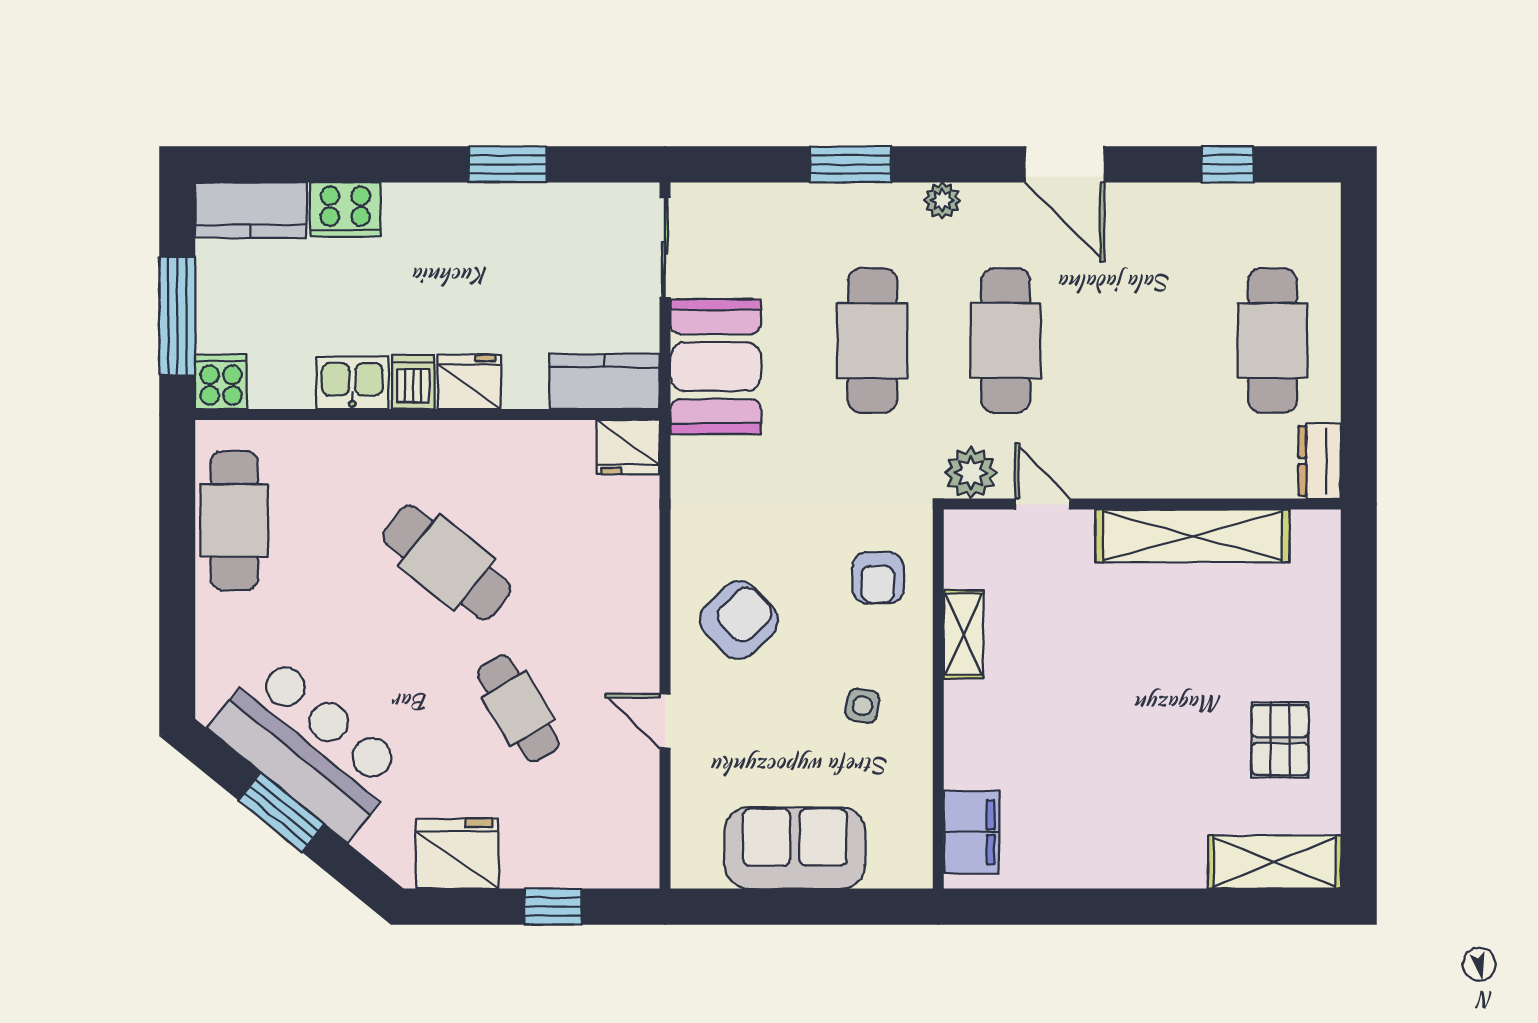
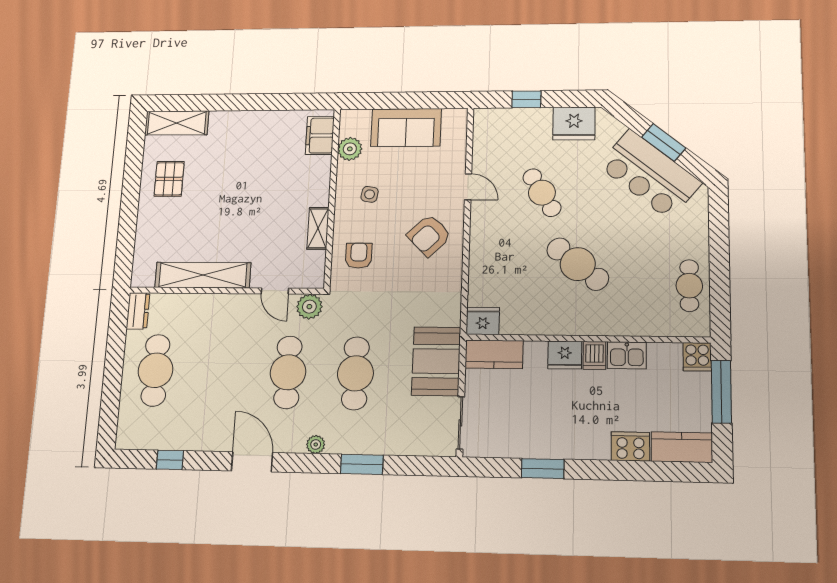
cafe table: (234, 521) -> (689, 286), width x0.73, depth x0.74
plant: (908, 803) -> (350, 149), added

